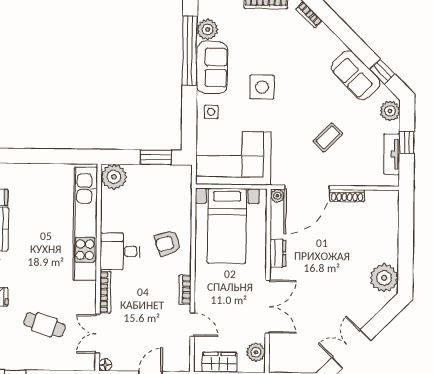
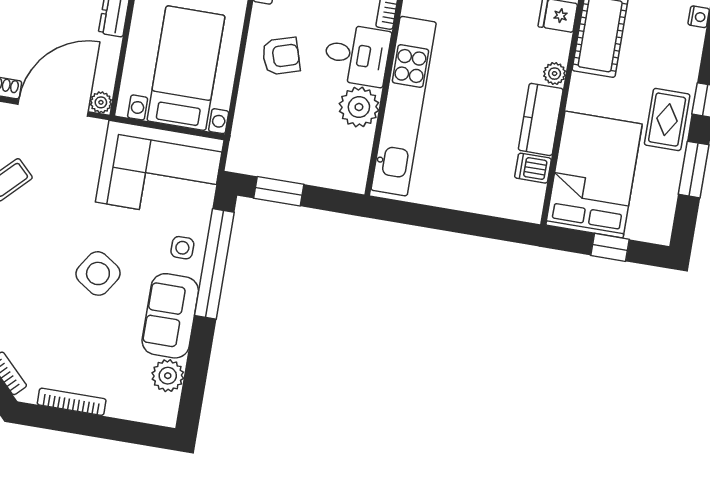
window: (190, 51) -> (214, 264), moved
side table: (262, 87) -> (98, 273), turned 33
plant: (114, 177) -> (359, 107), moved

